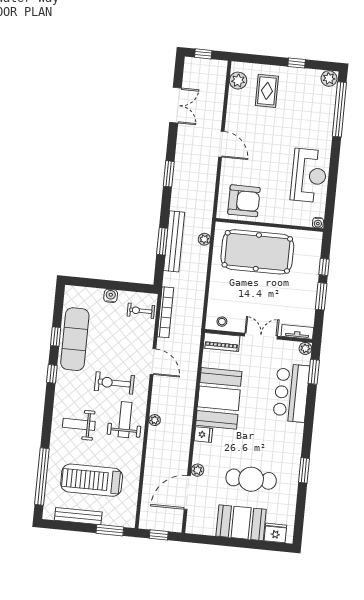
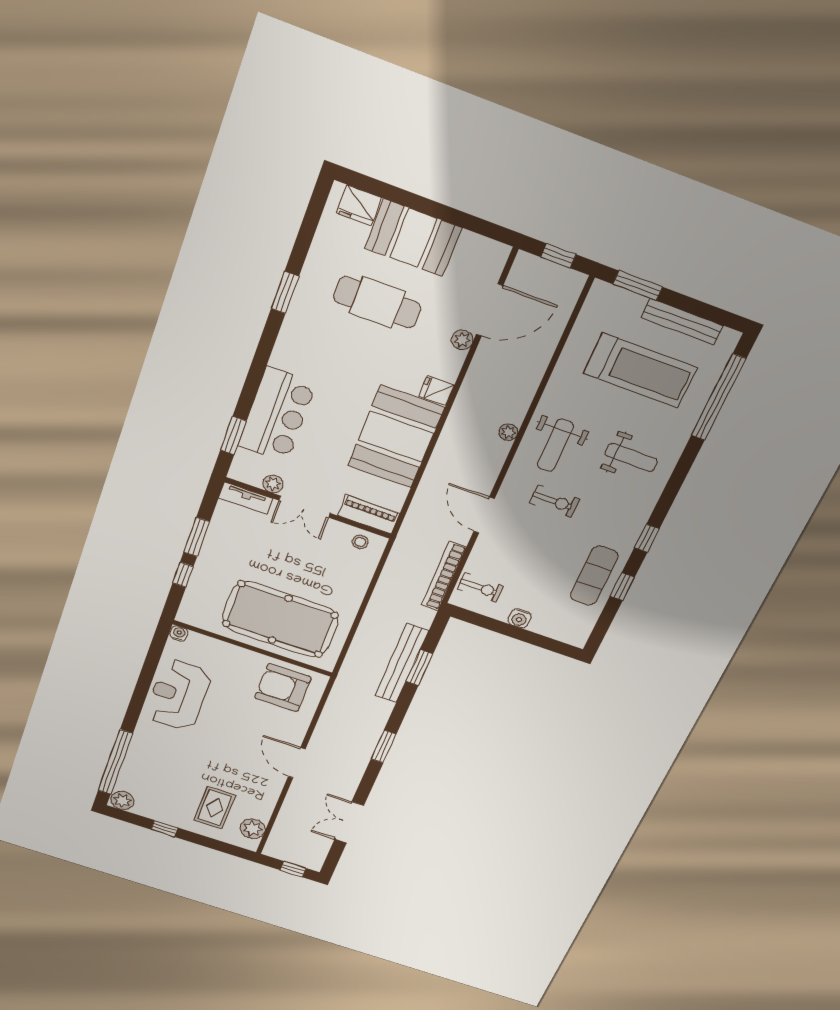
plant: (204, 239) -> (356, 655), removed
exercise mat: (75, 339) -> (594, 576), width x0.73, depth x0.69
plant: (305, 348) -> (273, 484), moved
exercise bike: (114, 383) -> (554, 501), width x0.73, depth x0.72

